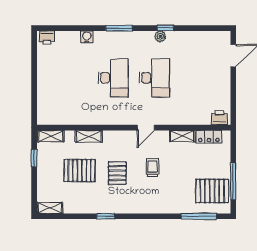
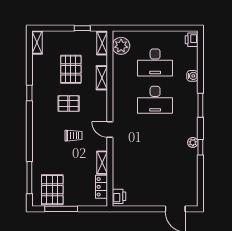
desk: (154, 78) -> (155, 62), moved
plant: (54, 115) -> (121, 46), added

